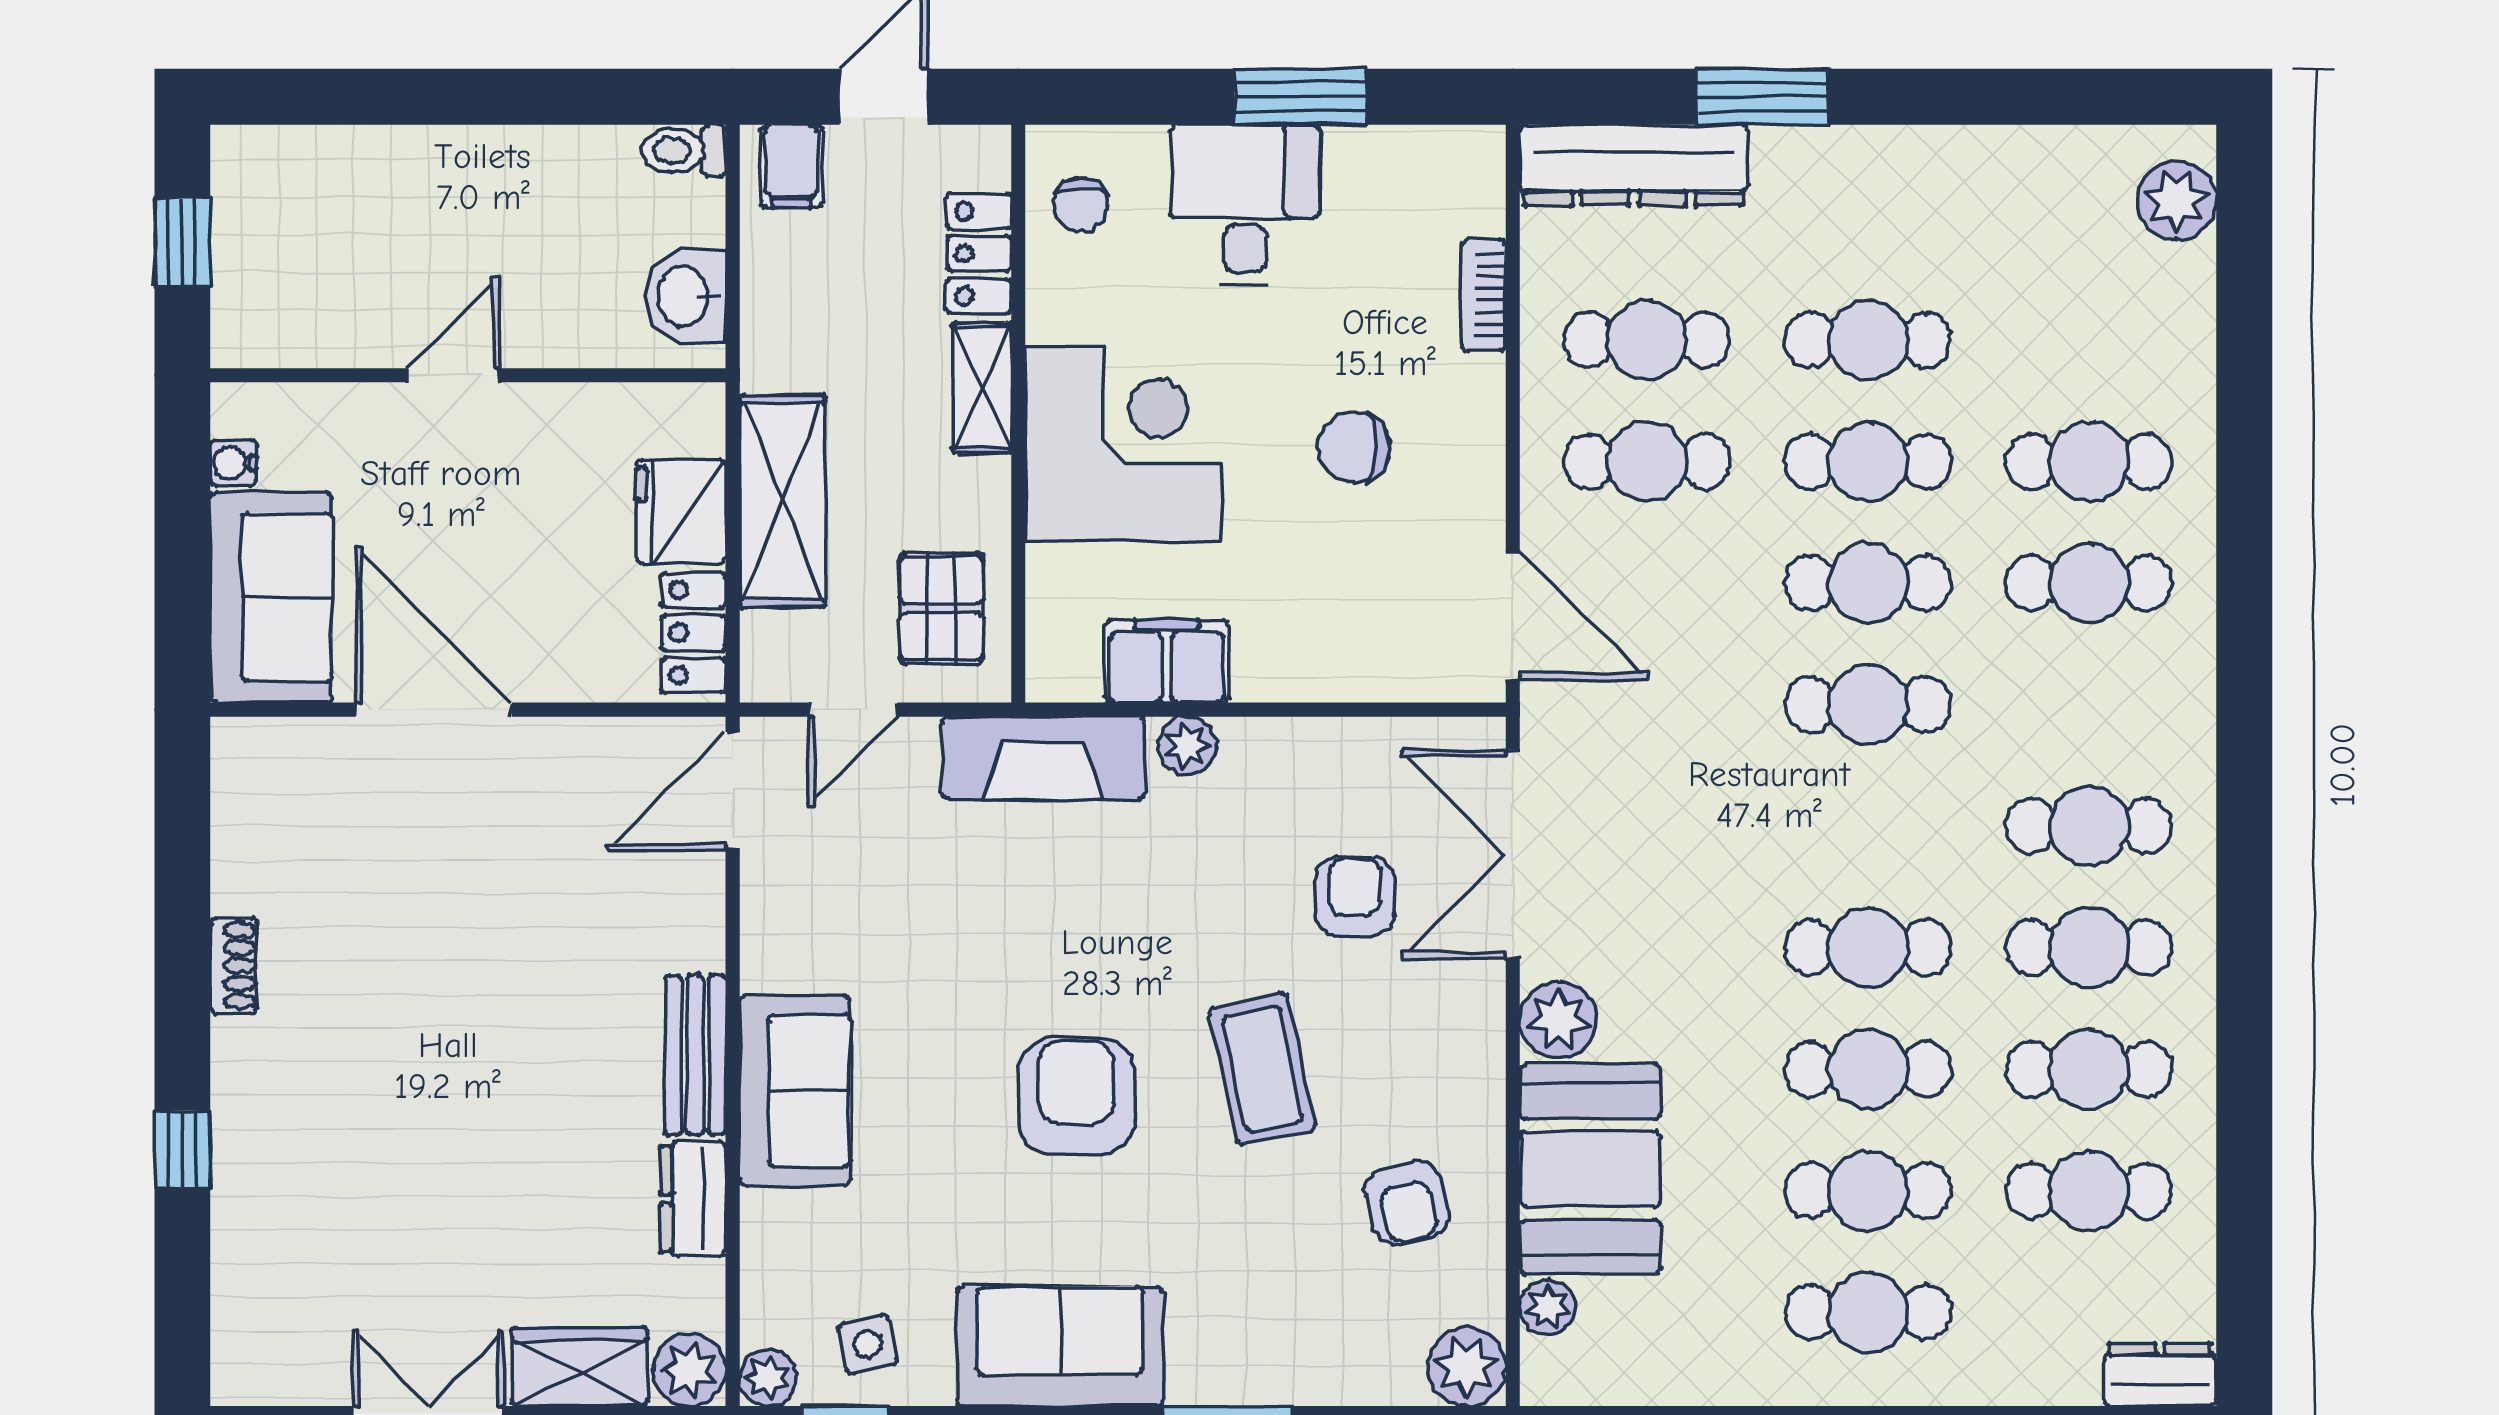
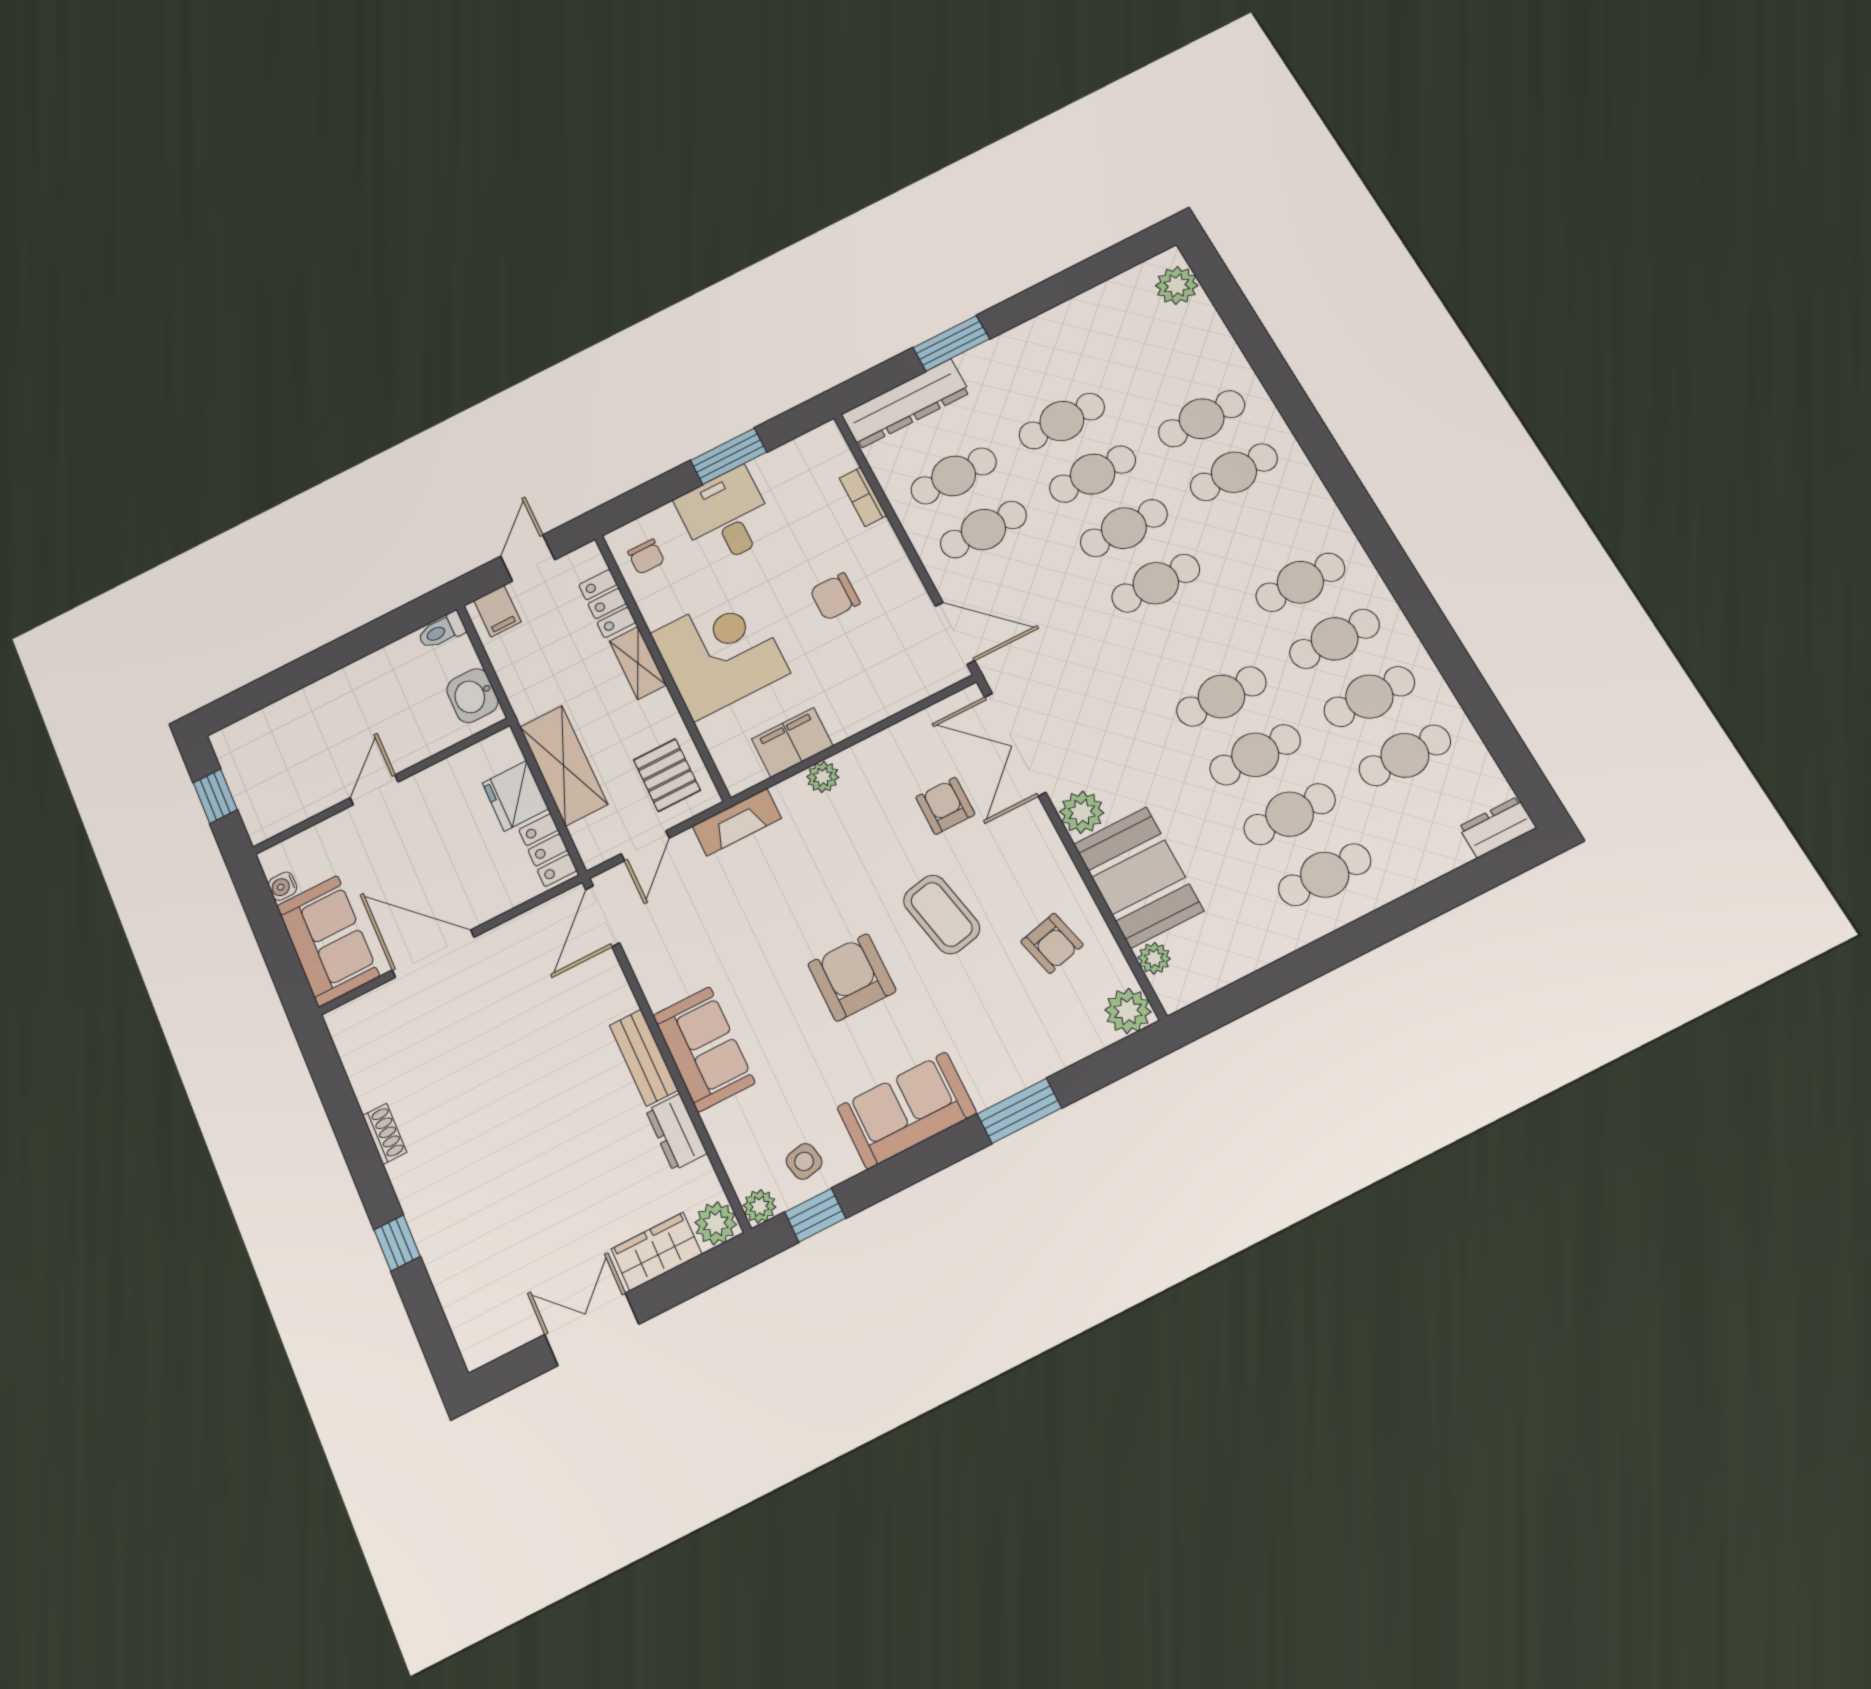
fireplace: (1044, 758) -> (737, 822), width x0.73, depth x0.76

